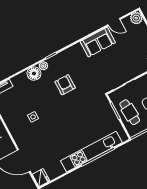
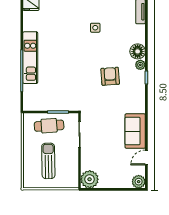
armchair: (65, 85) -> (110, 76), turned -94
kitchen unit: (91, 152) -> (30, 58), width x0.73

